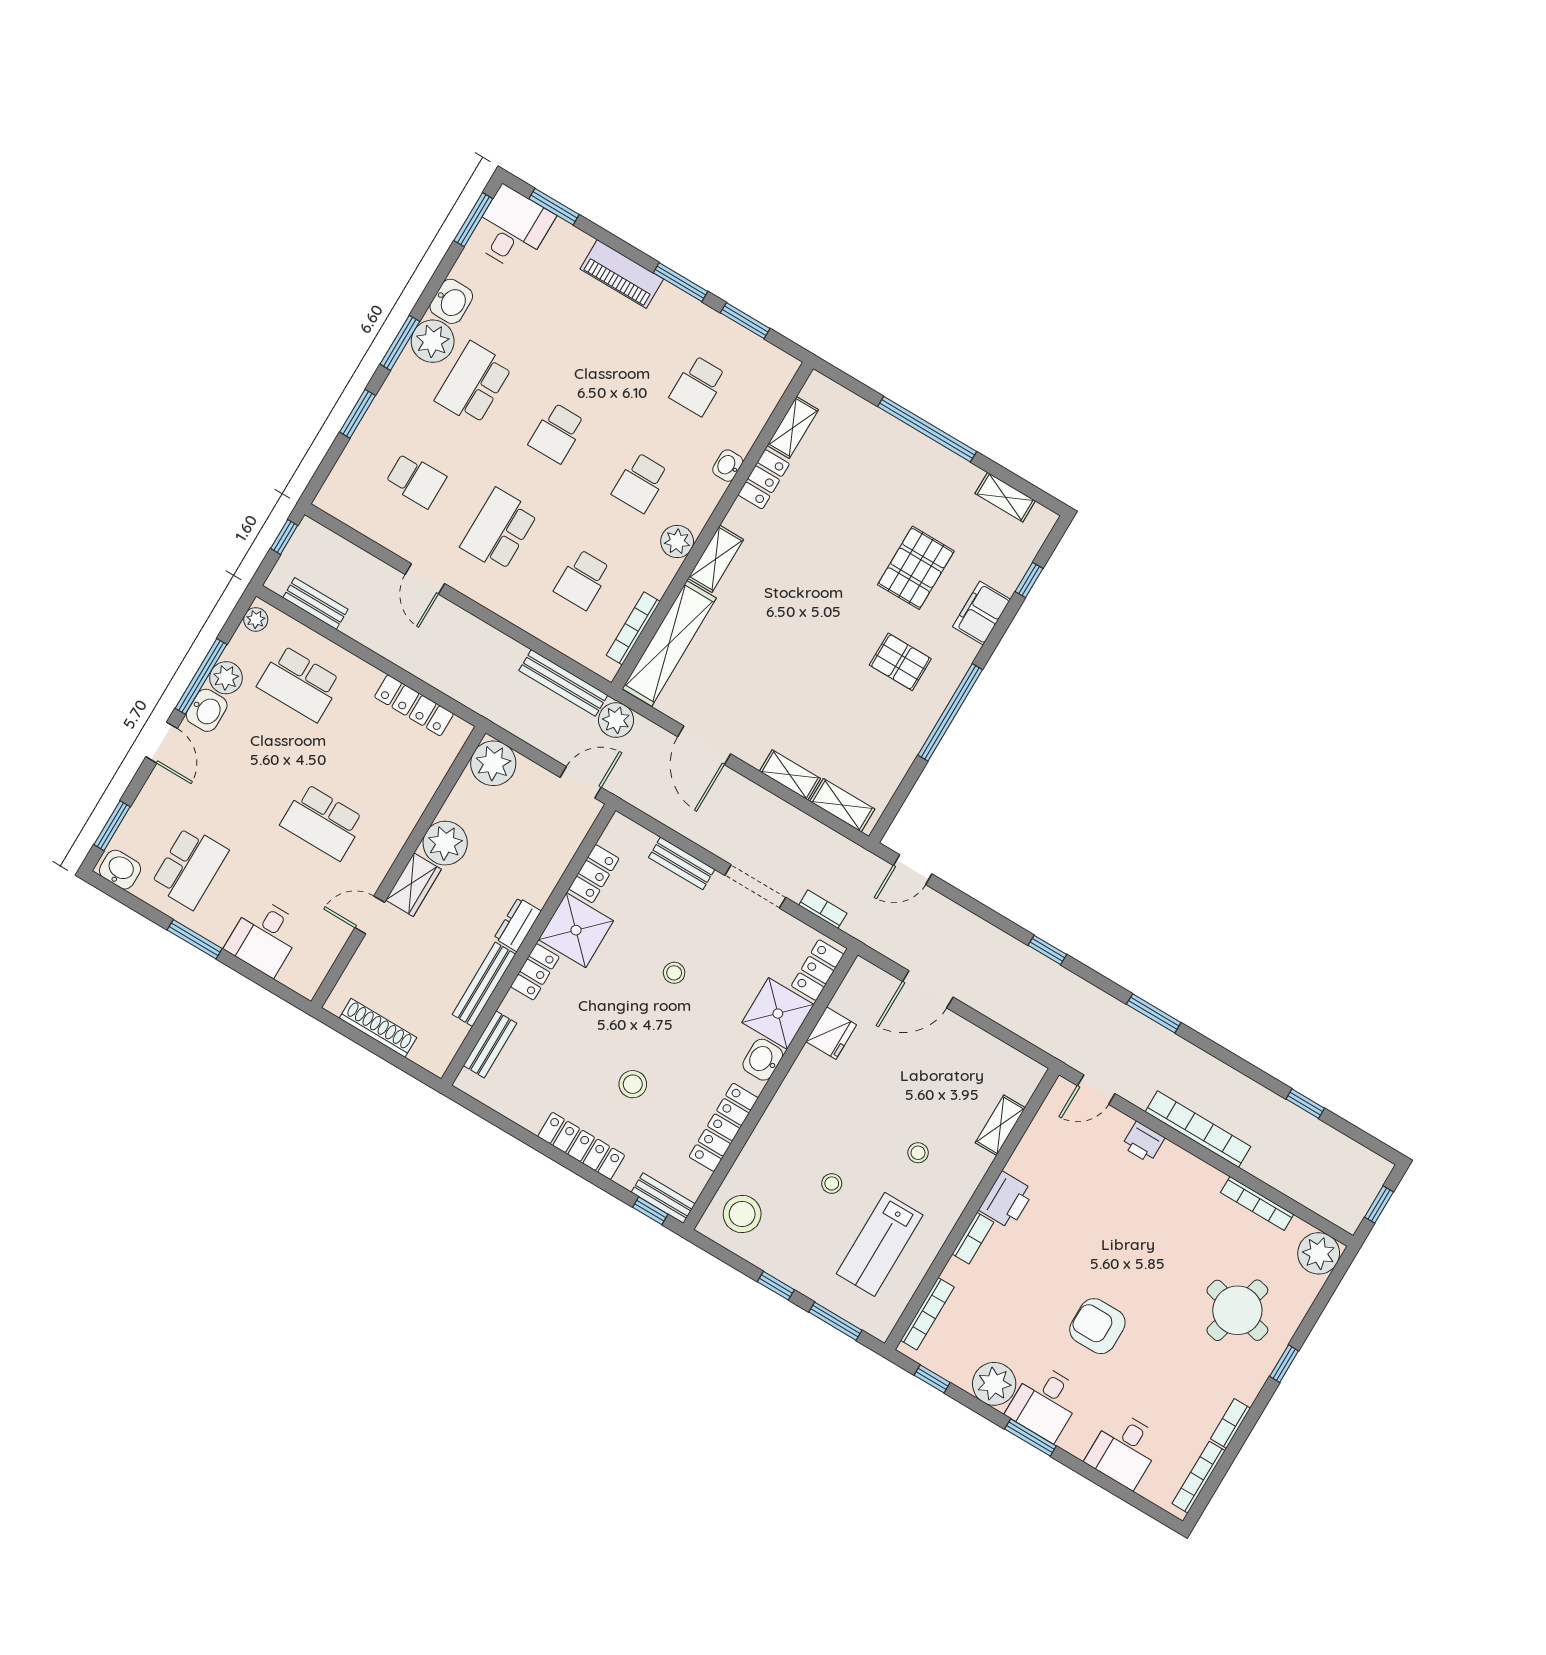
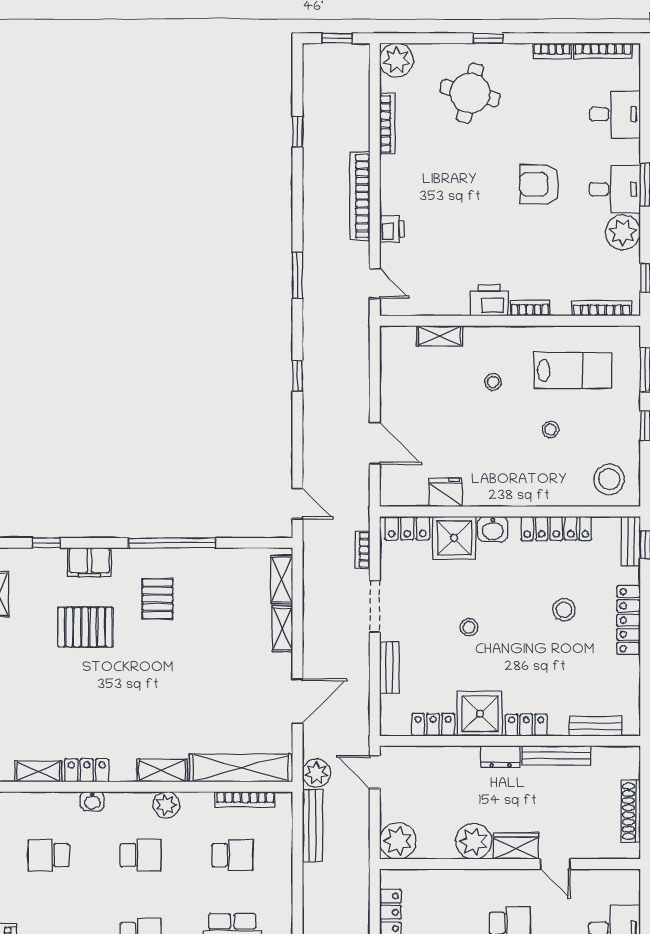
school desk: (698, 386) -> (49, 855), turned 180
armchair: (1097, 1326) -> (539, 184), turned 90

